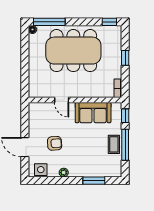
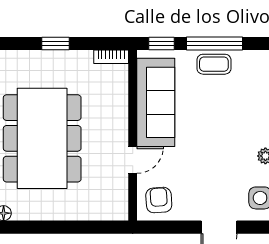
sofa: (93, 113) -> (156, 102), width x1.36
armchair: (55, 143) -> (159, 200), moved

